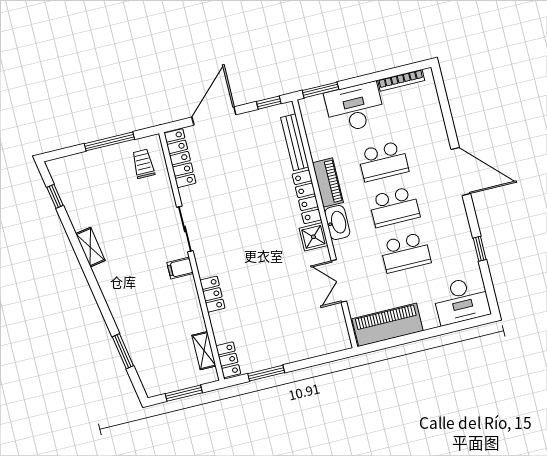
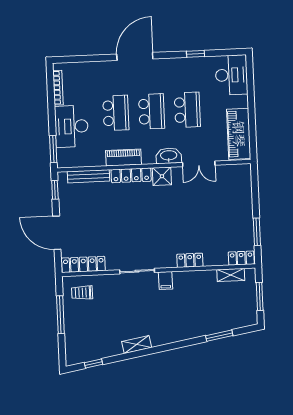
washbasin: (337, 222) -> (169, 156), moved

